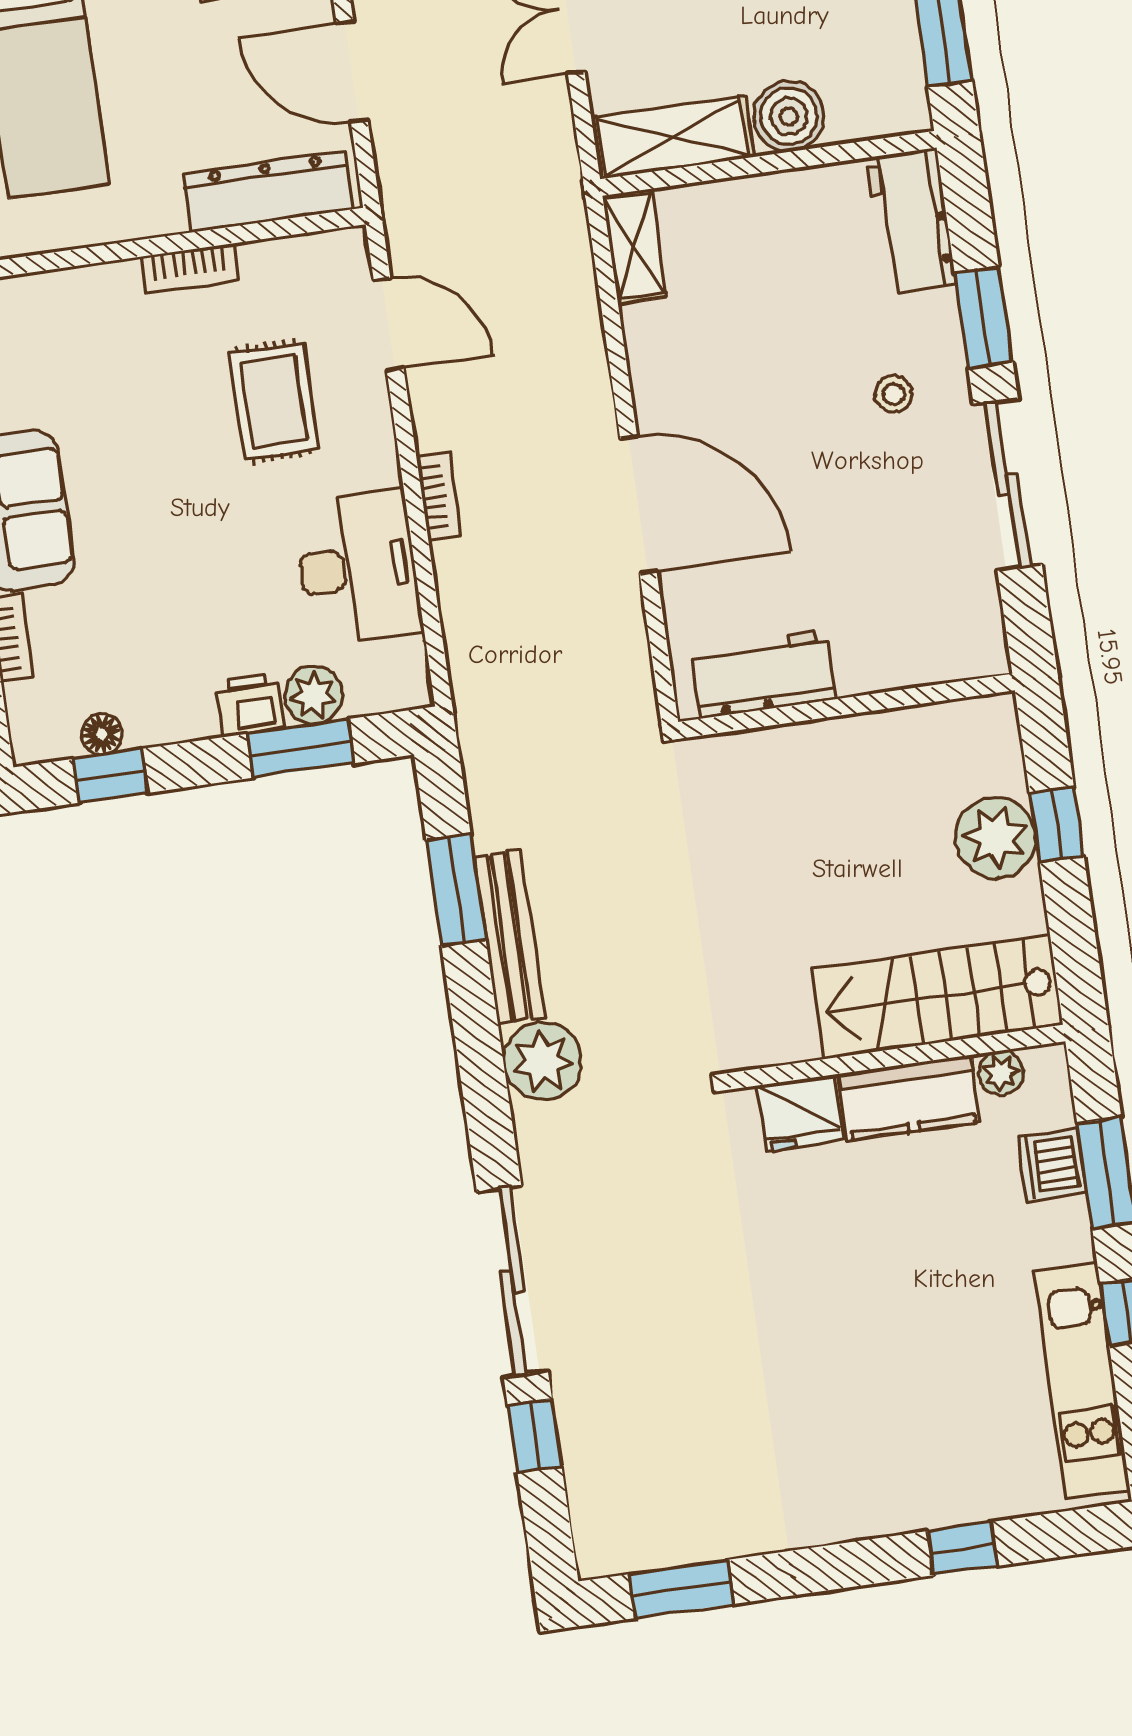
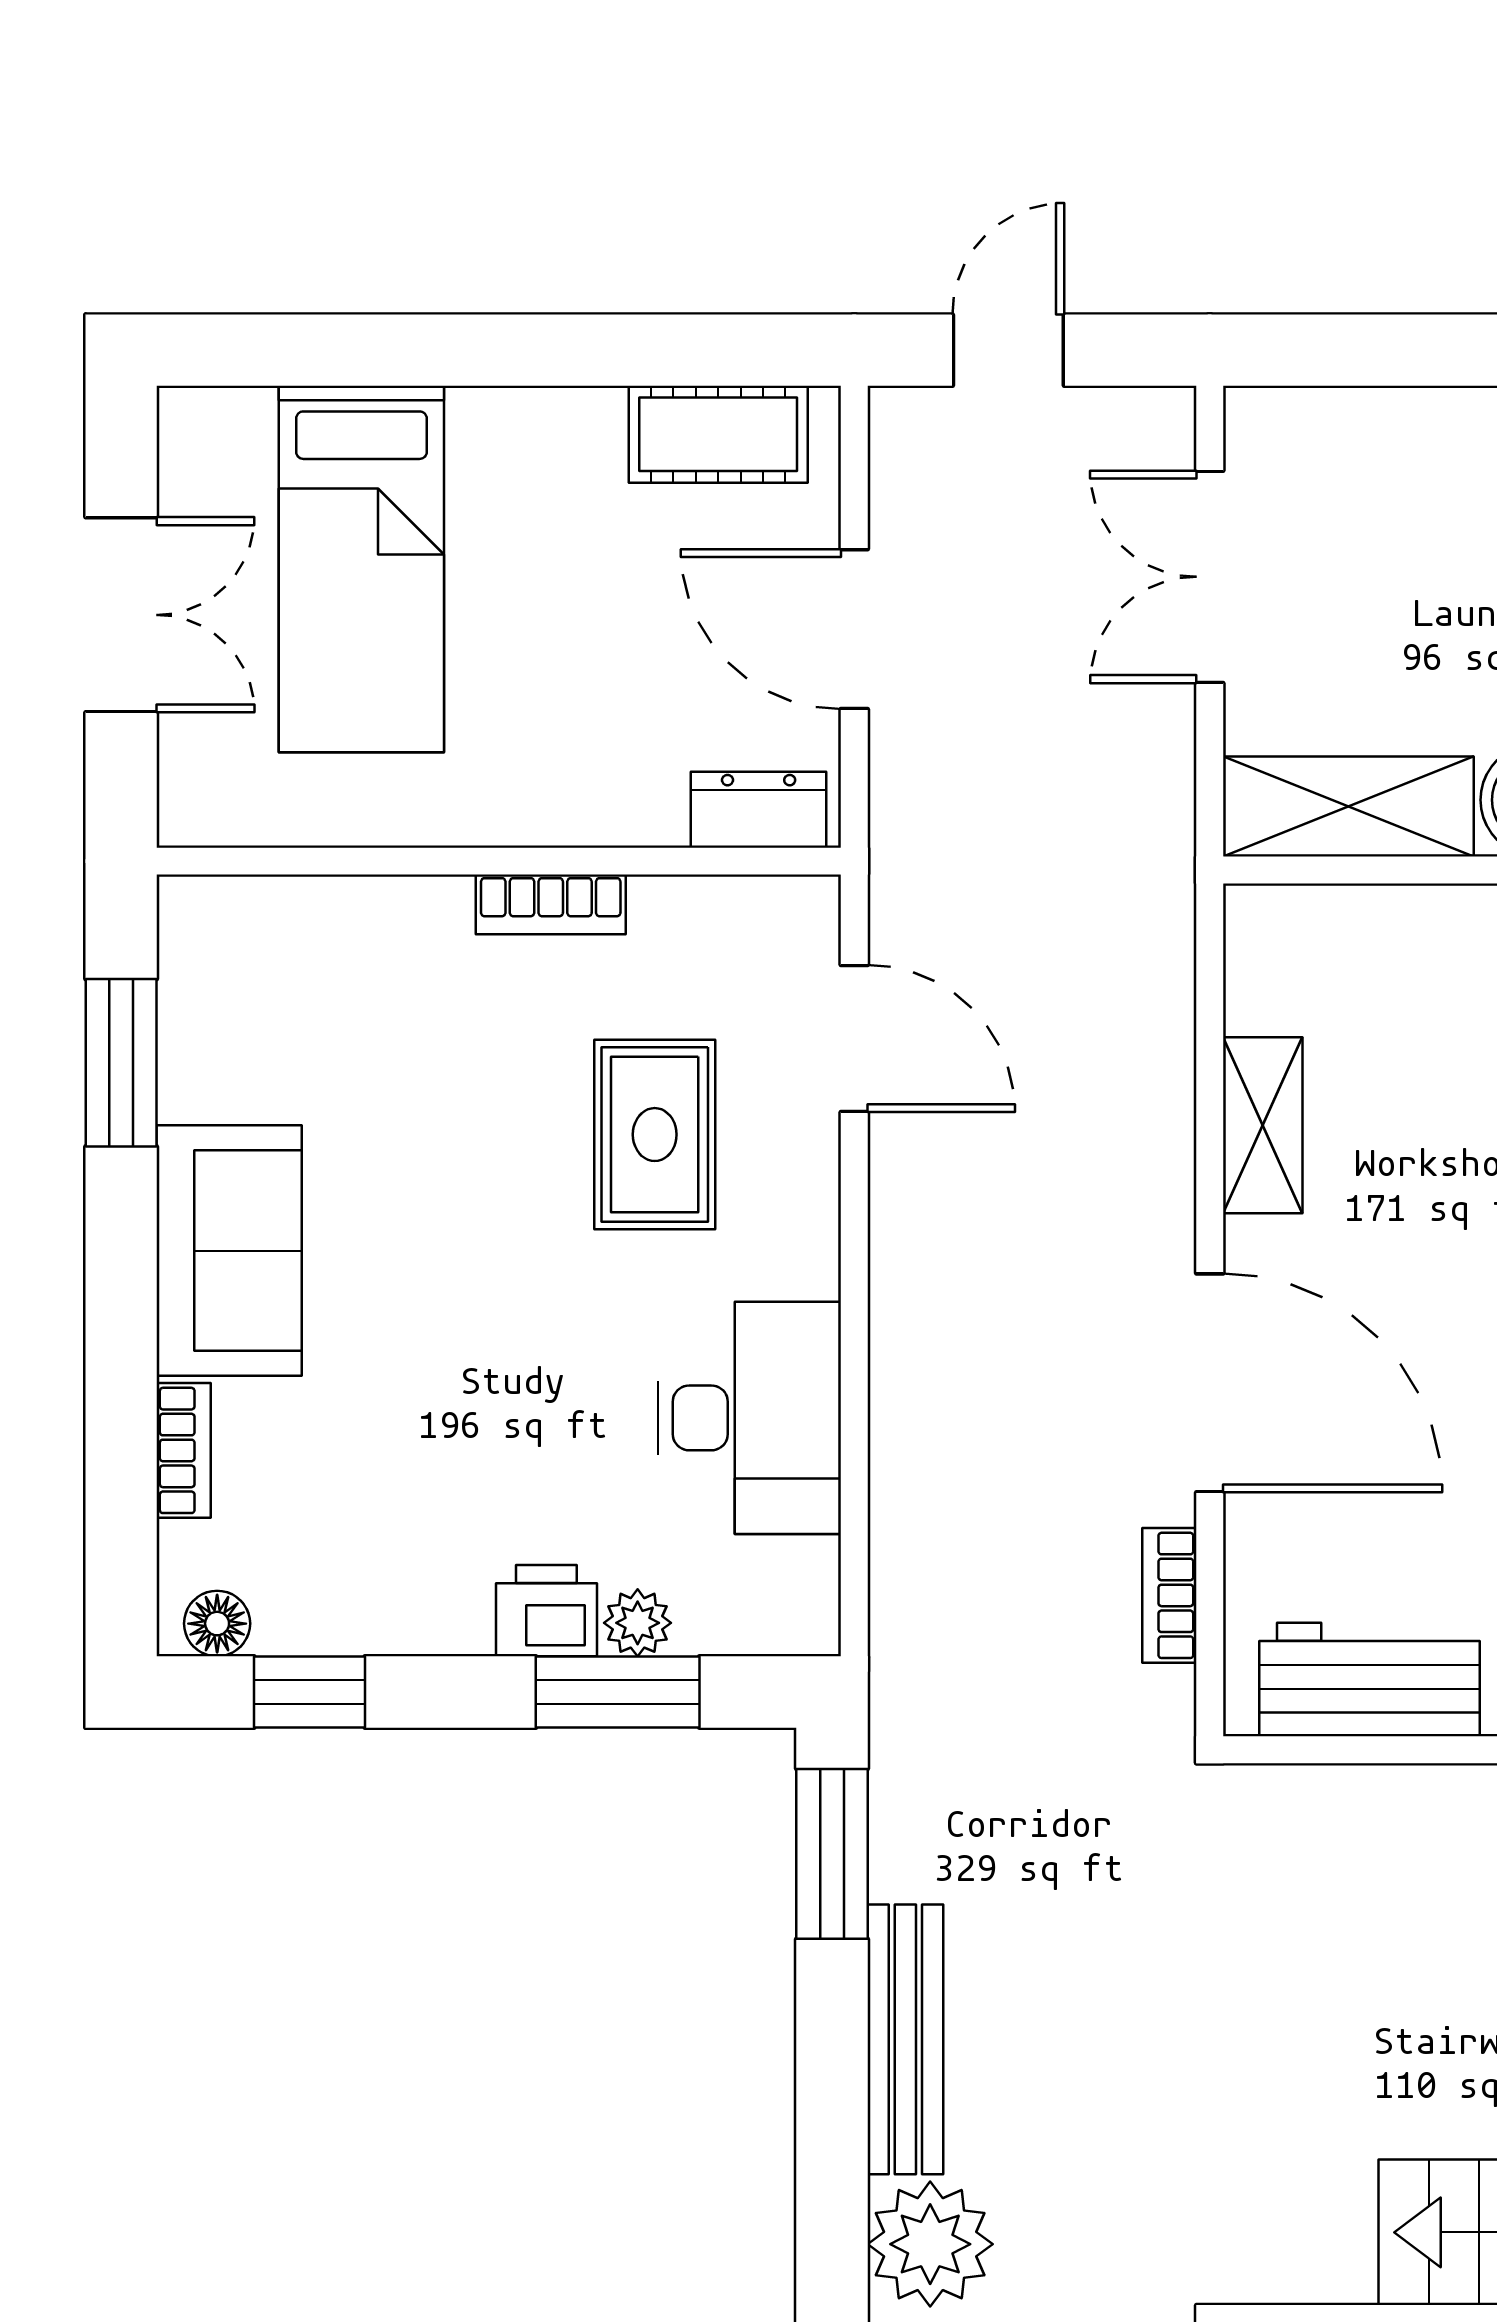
dresser: (268, 192) -> (759, 810), width x0.51, depth x0.80
shelving: (635, 246) -> (1263, 1125), moved
bookcase: (439, 496) -> (1169, 1595), moved, turned 180
plant: (313, 695) -> (638, 1623), width x0.73, depth x0.73
floor lamp: (102, 734) -> (217, 1624), moved
window: (456, 890) -> (832, 1854), moved

